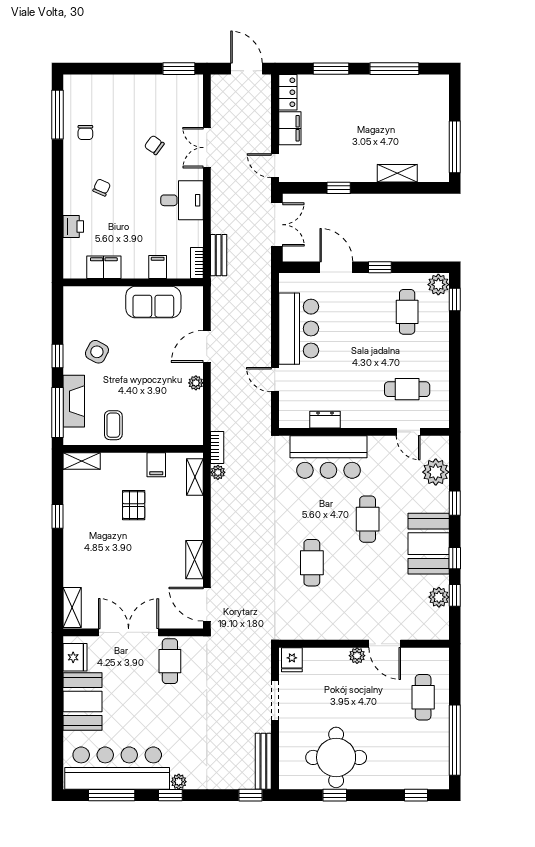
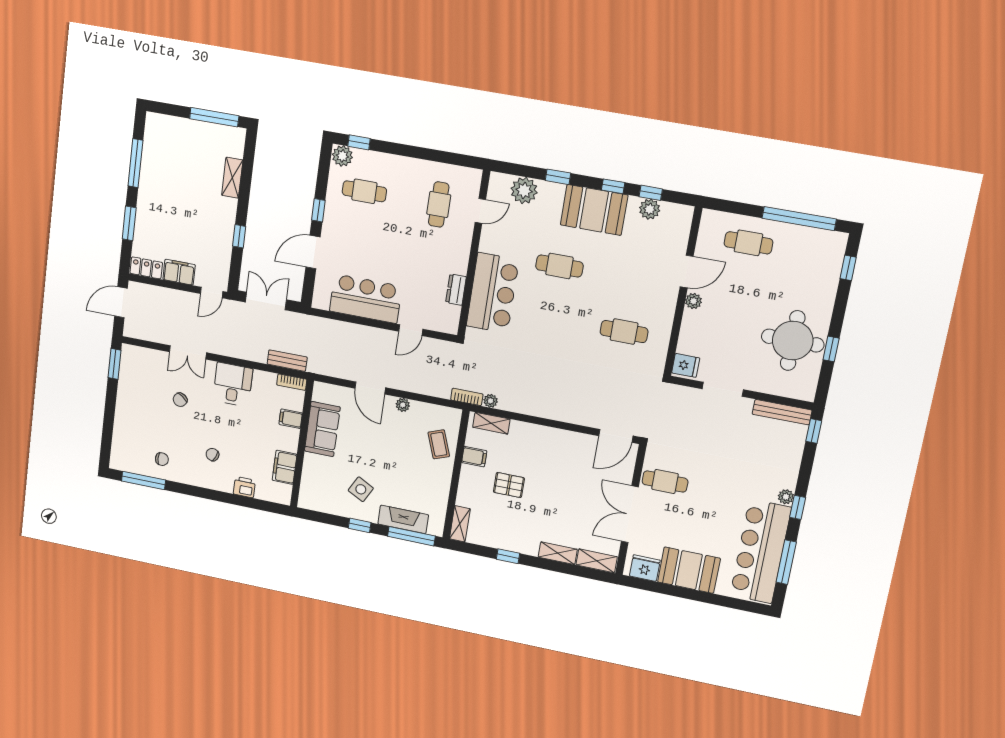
coffee table: (113, 425) -> (439, 444), moved, turned 70
shelving: (194, 560) -> (558, 553), moved
cafe table: (312, 563) -> (624, 332), moved

